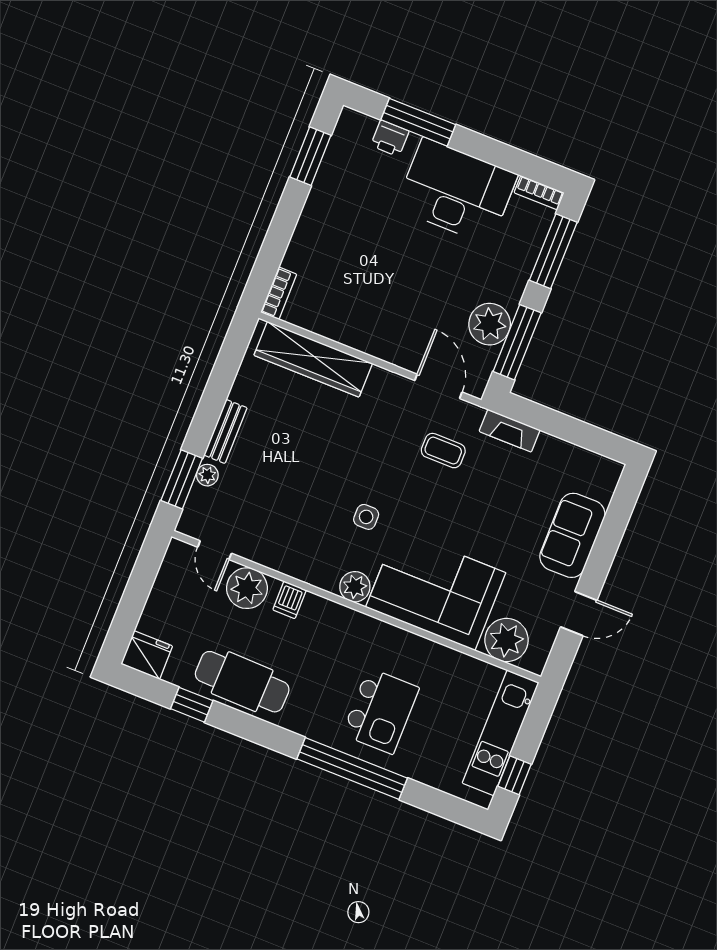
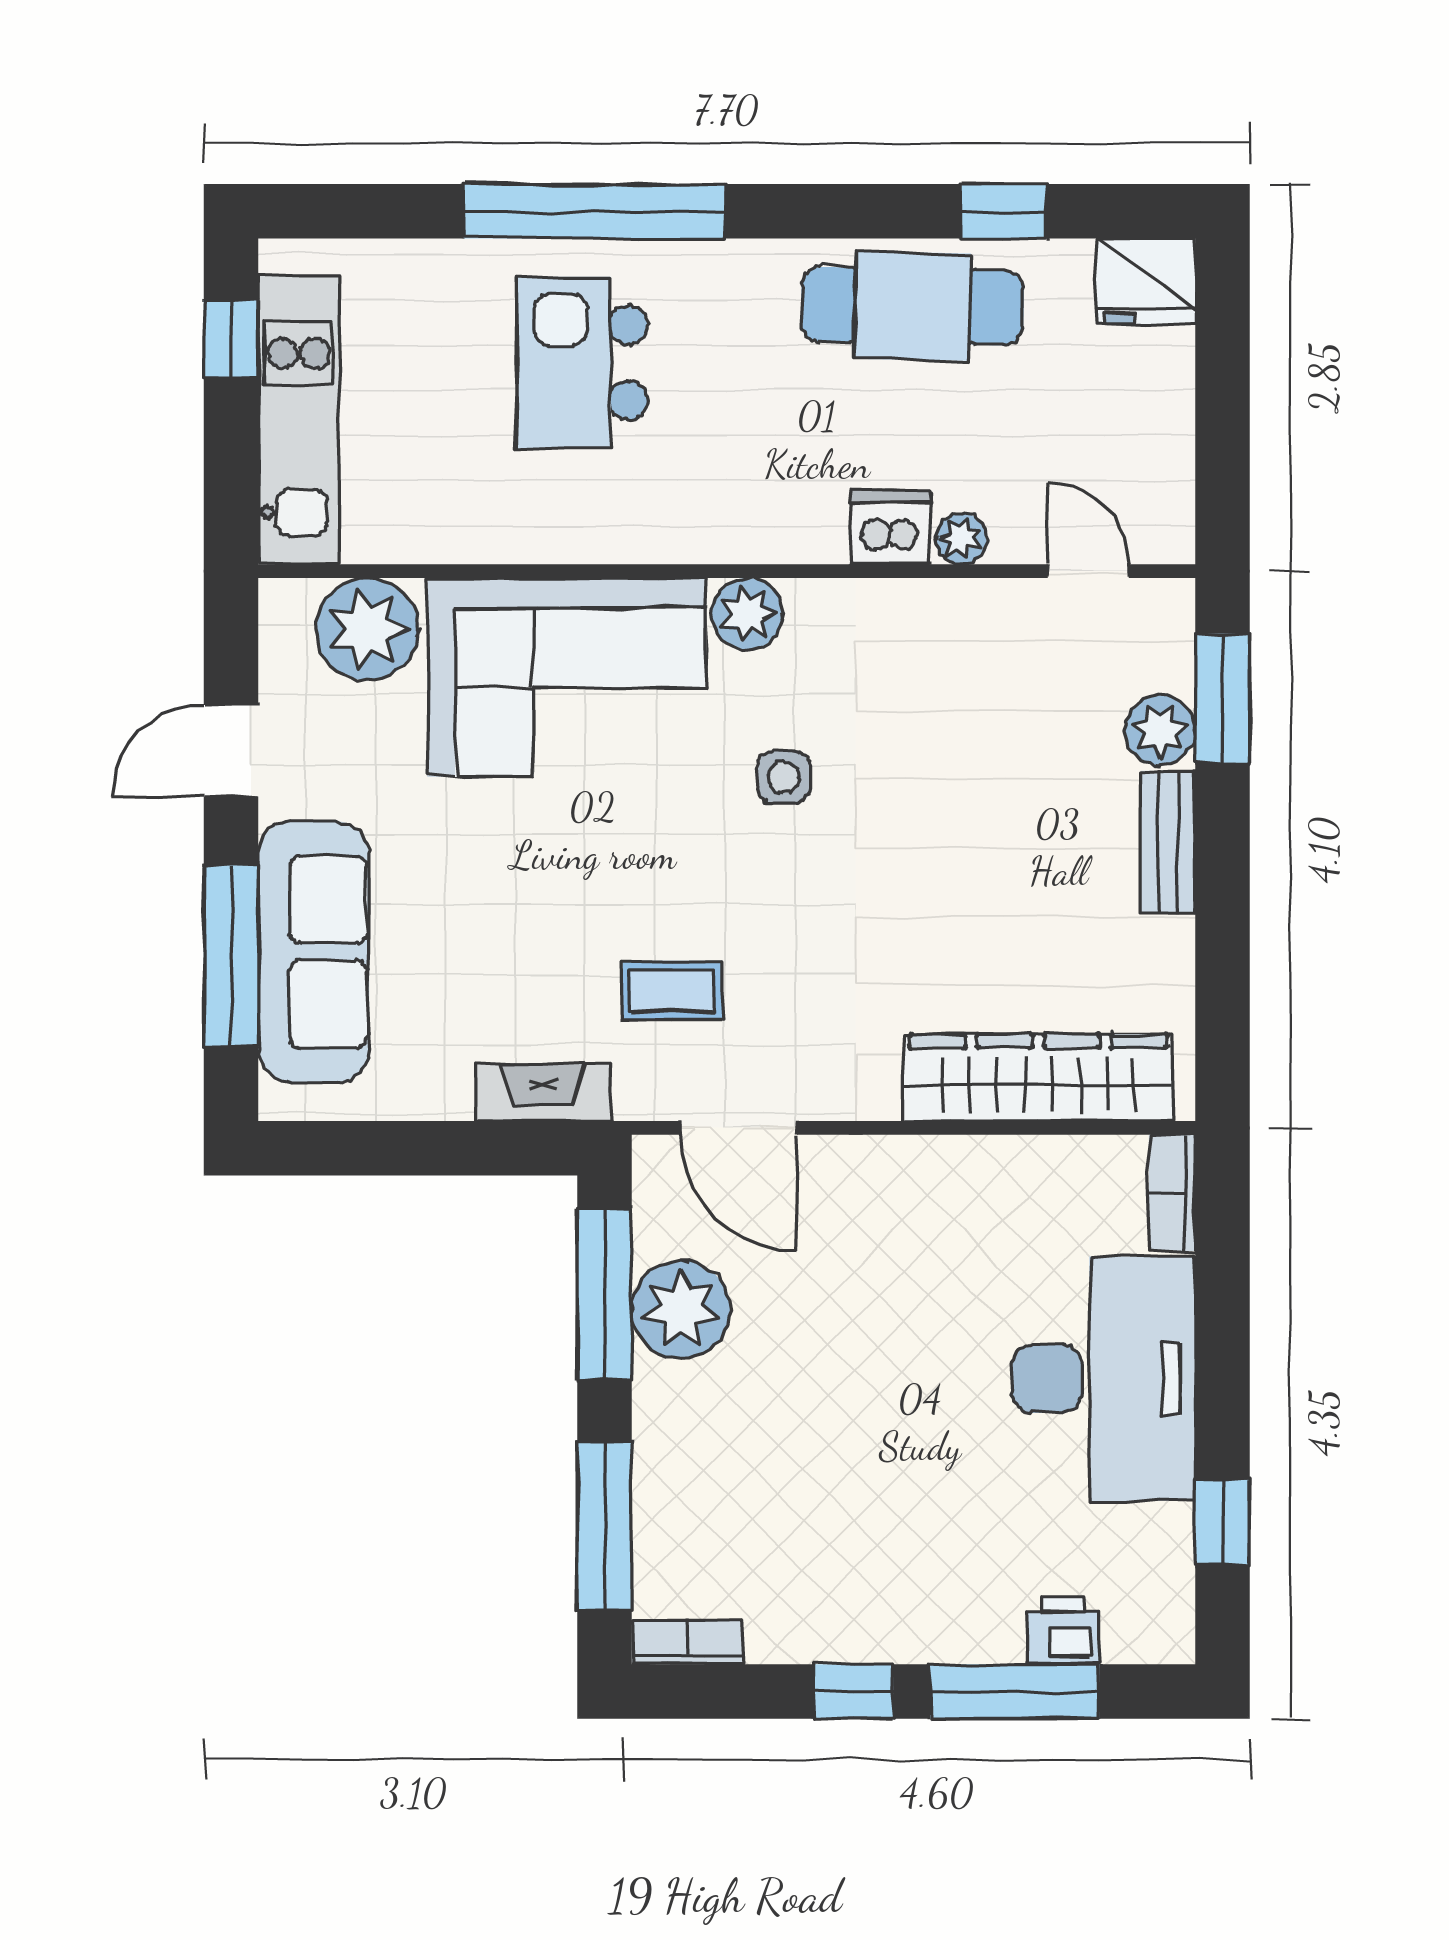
window: (481, 147) -> (854, 1692), added
window: (310, 156) -> (1222, 1522), width x0.67
desk: (456, 191) -> (1104, 1379), moved, turned -90
plant: (207, 475) -> (1160, 730), width x1.38, depth x1.38
window: (611, 533) -> (231, 956), added
sofa: (572, 535) -> (314, 952), width x1.36
plant: (247, 588) -> (961, 539), width x0.53, depth x0.53
dishwasher: (290, 600) -> (890, 527), width x1.38

